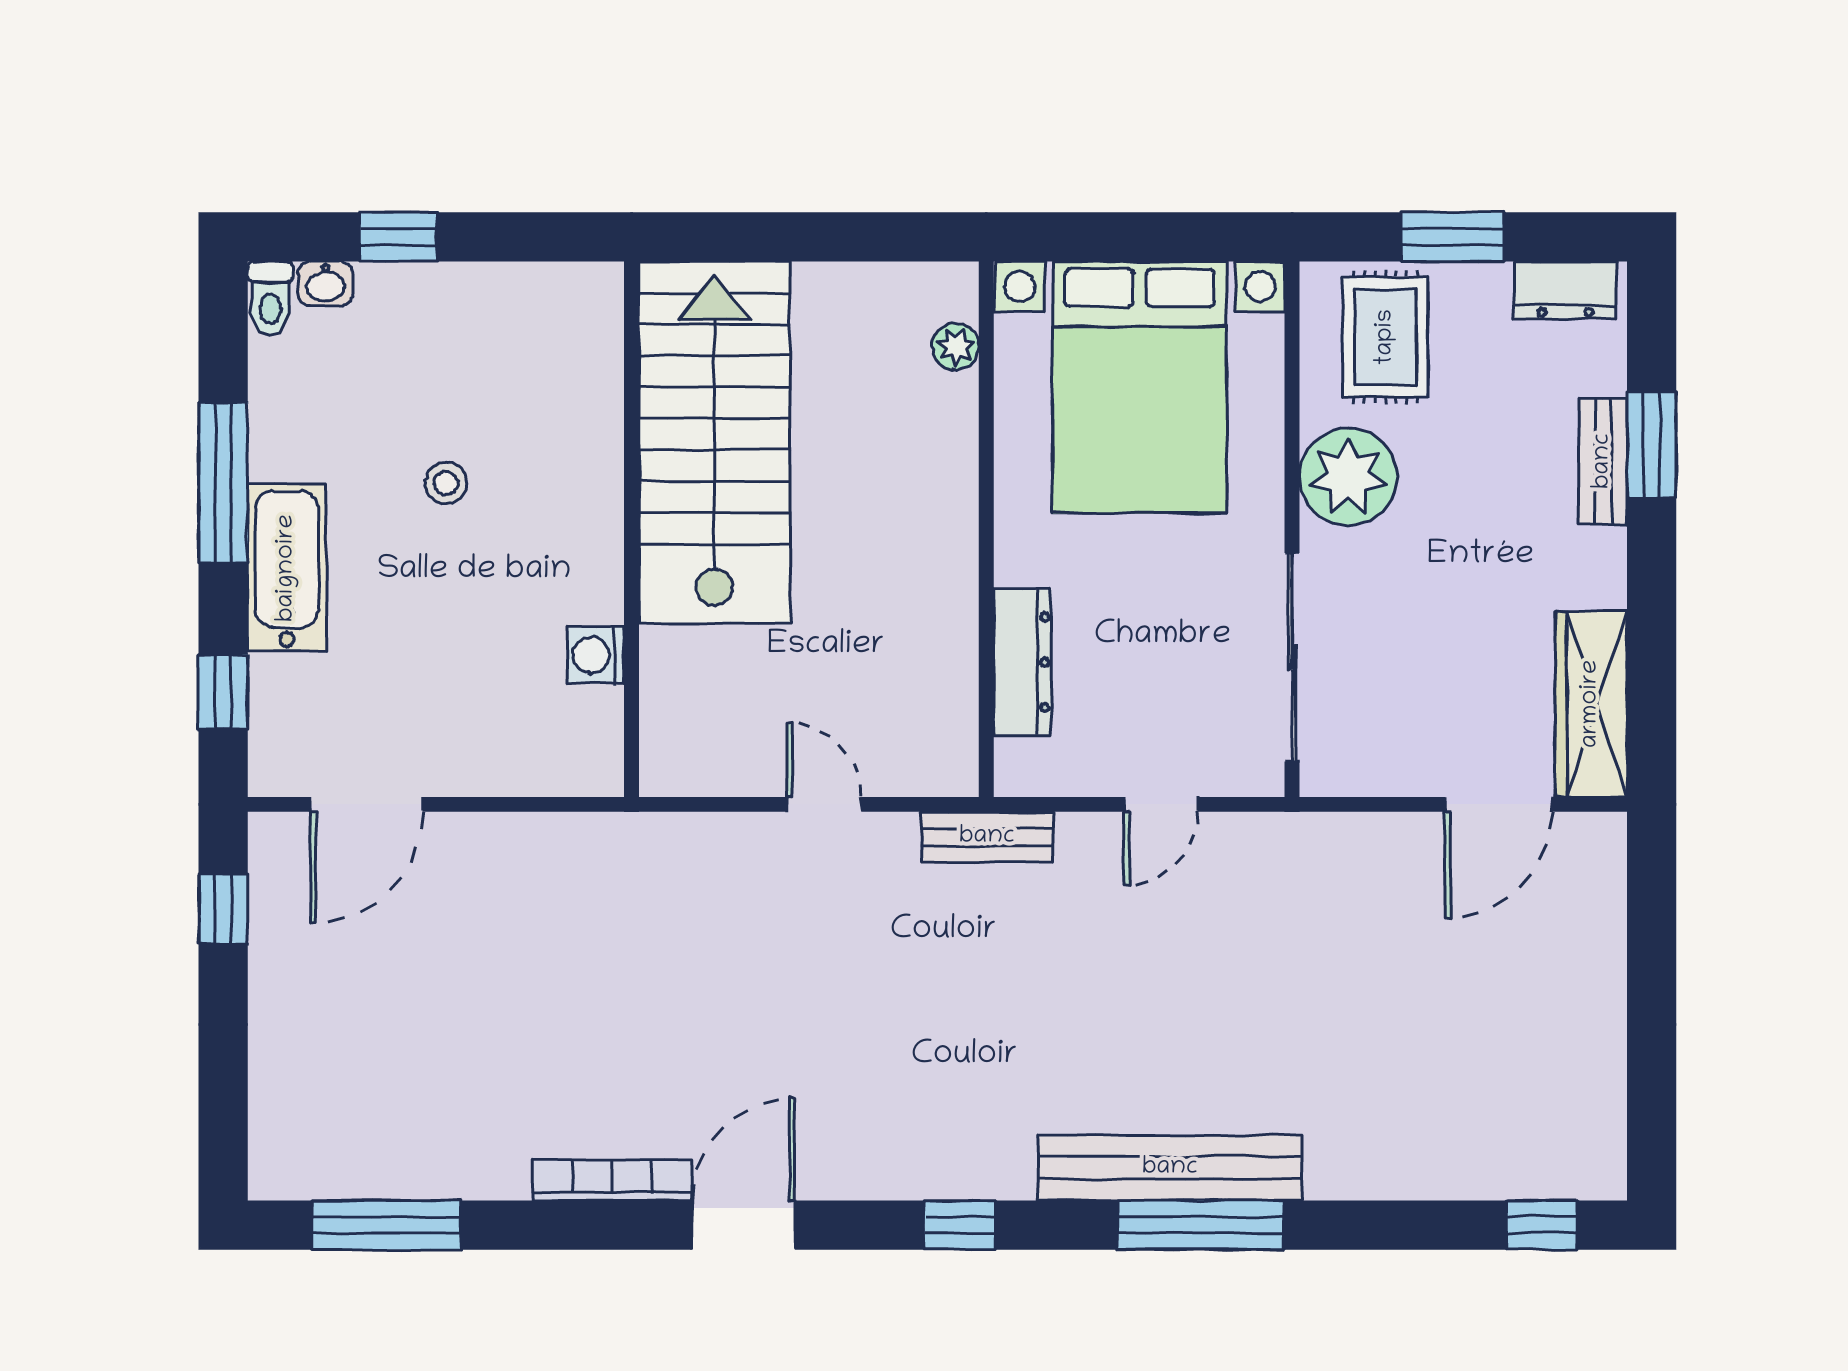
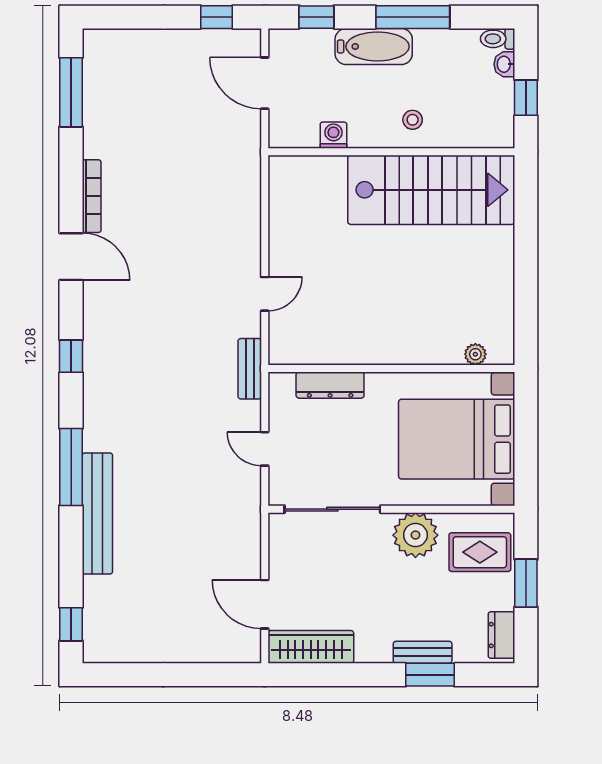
stairs: (714, 442) -> (431, 190), moved
wall: (632, 529) -> (391, 152), moved
washing machine: (596, 655) -> (333, 135), moved
bench: (1170, 1168) -> (97, 513), moved

